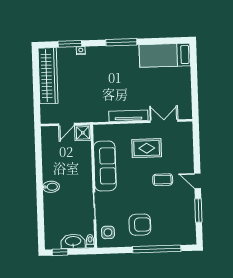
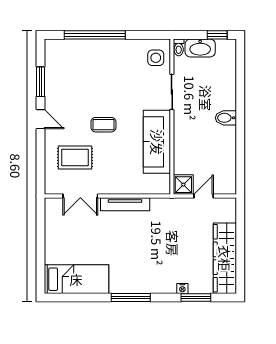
rug: (147, 148) -> (75, 158), moved
coffee table: (163, 180) -> (103, 125), moved
armchair: (140, 225) -> (115, 66), removed

